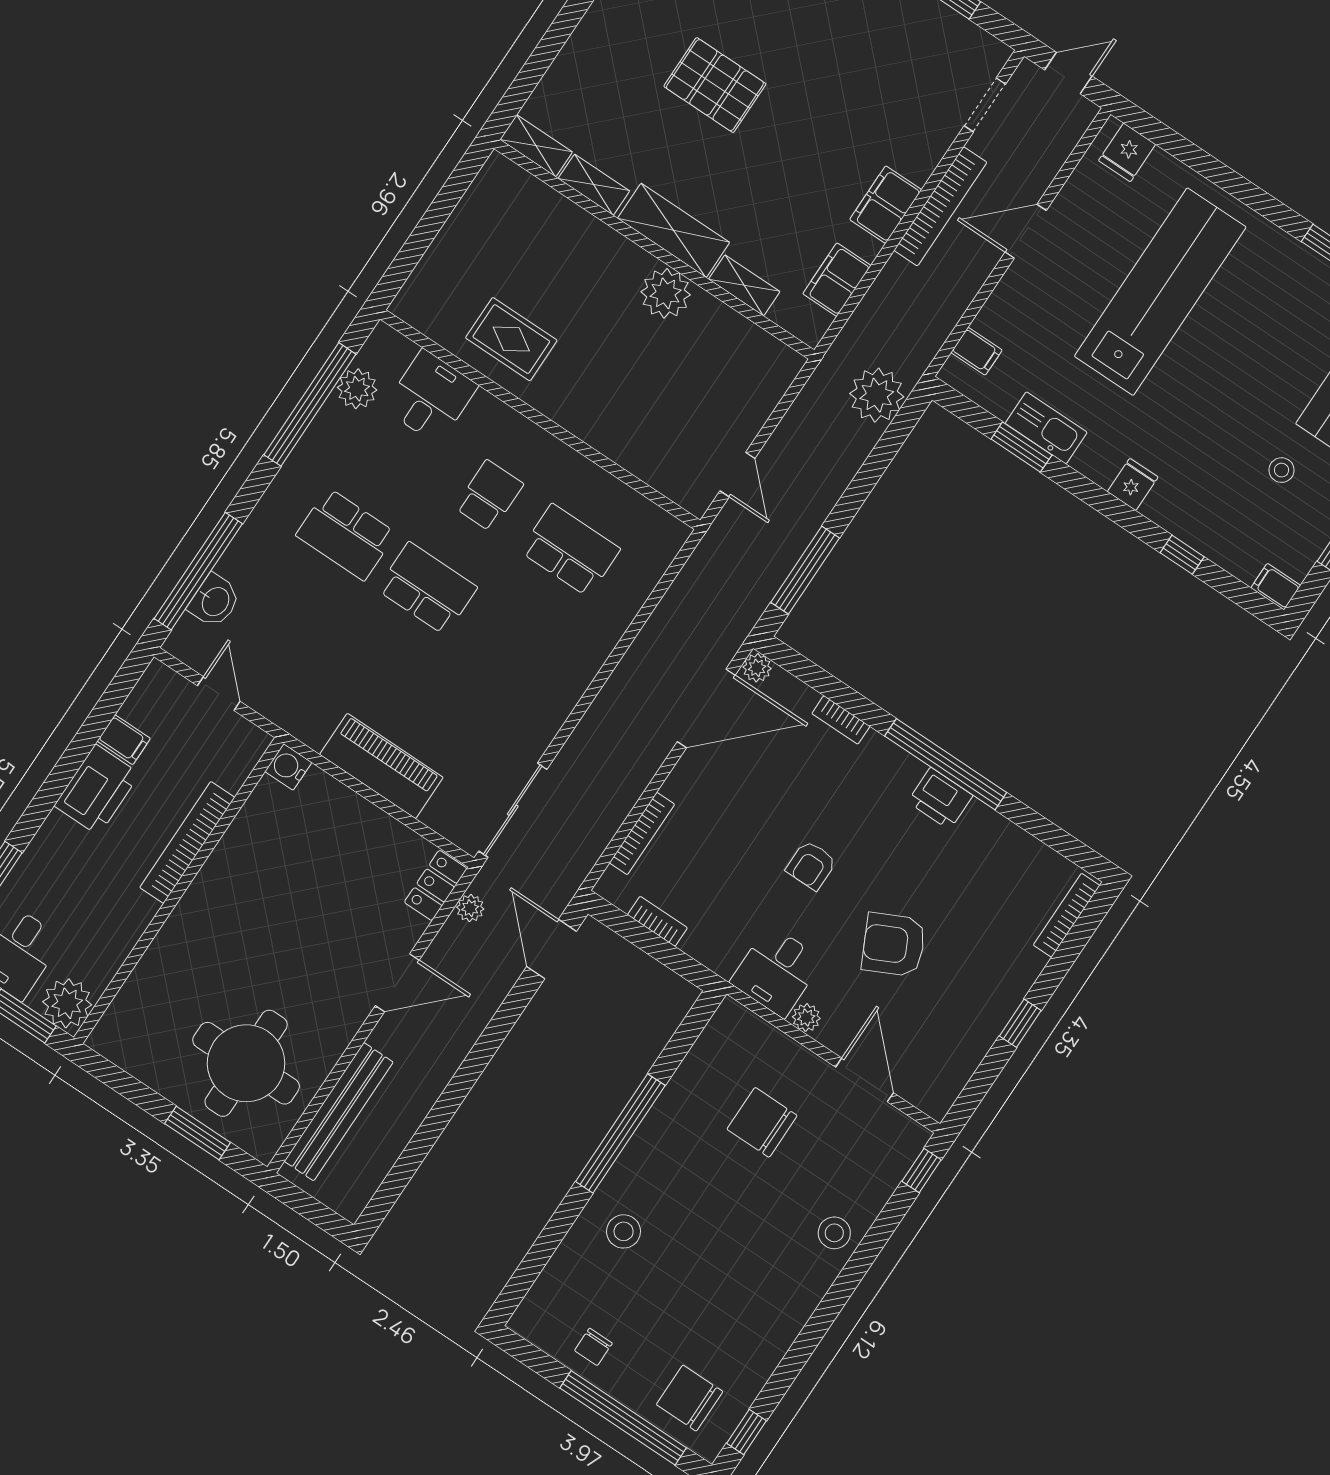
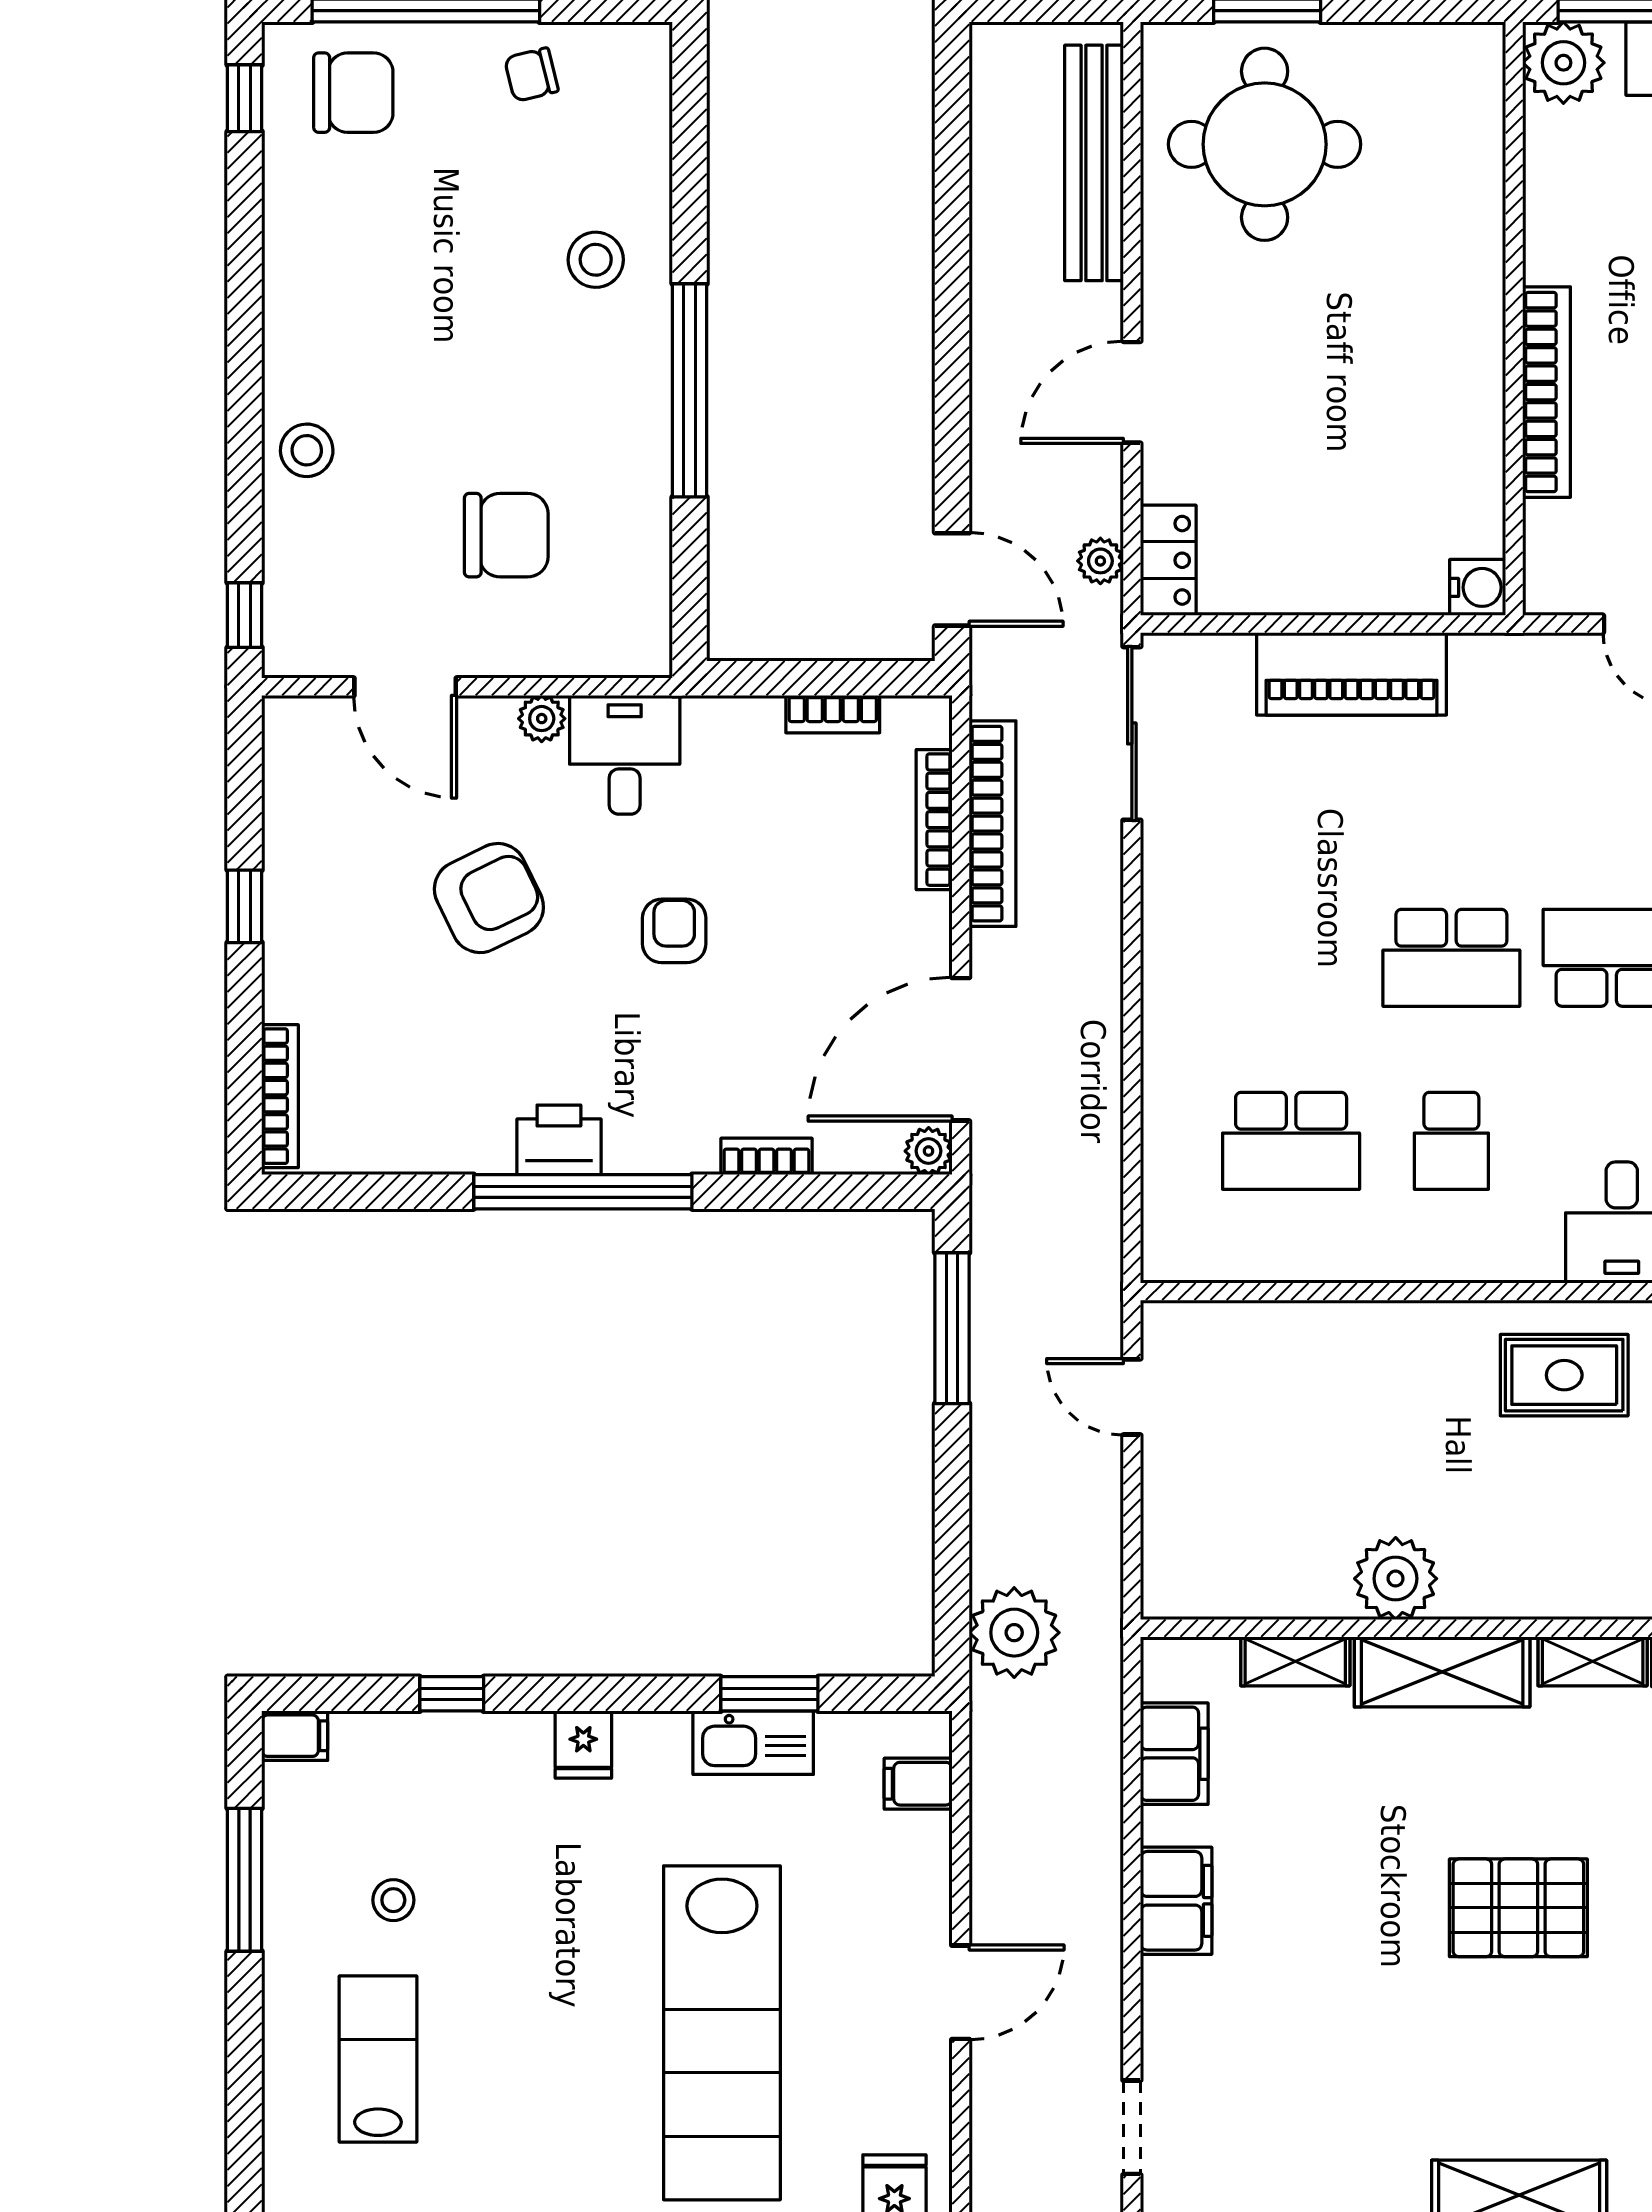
bookcase: (940, 206) -> (993, 824), moved, turned 180
chair: (593, 1347) -> (531, 75), turned -104

